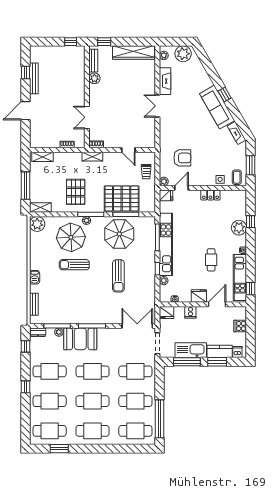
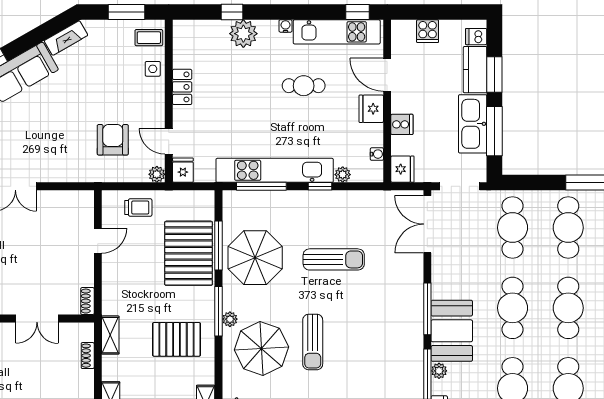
shelving: (92, 157) -> (110, 335), moved

